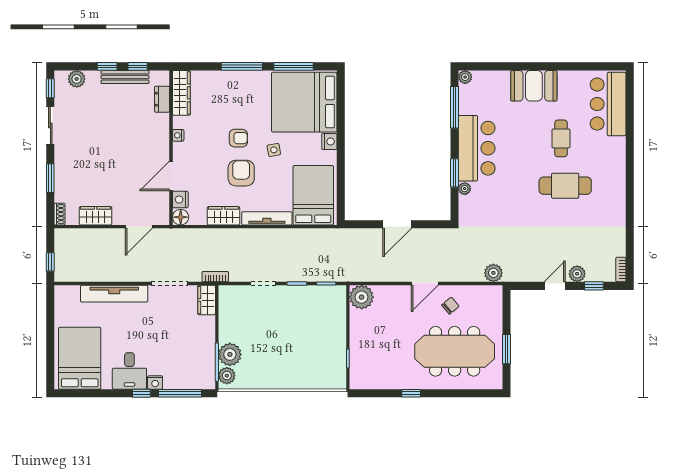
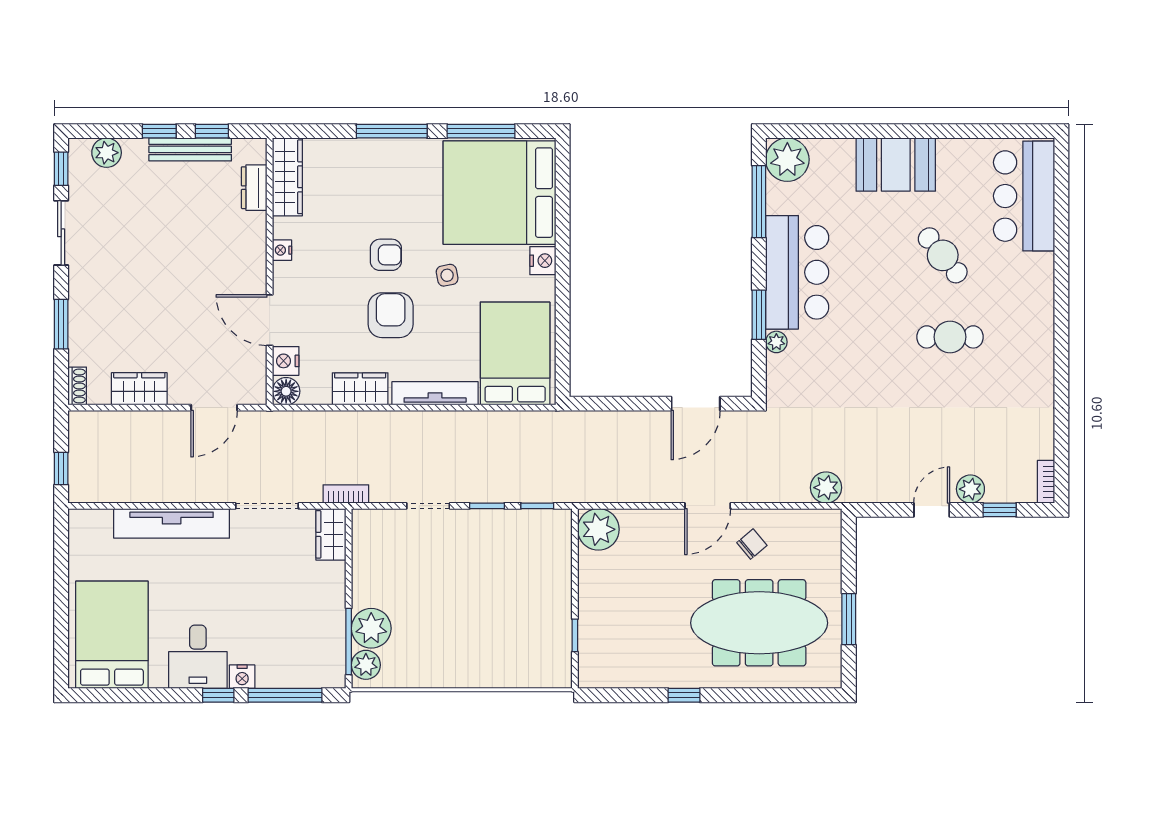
plant: (465, 77) -> (787, 160), width x1.87, depth x1.87
cafe table: (561, 138) -> (943, 255), turned -39
door: (171, 176) -> (270, 320), hinge flipped
cafe table: (565, 186) -> (950, 337), width x0.73, depth x0.74
door: (397, 224) -> (696, 404), moved

